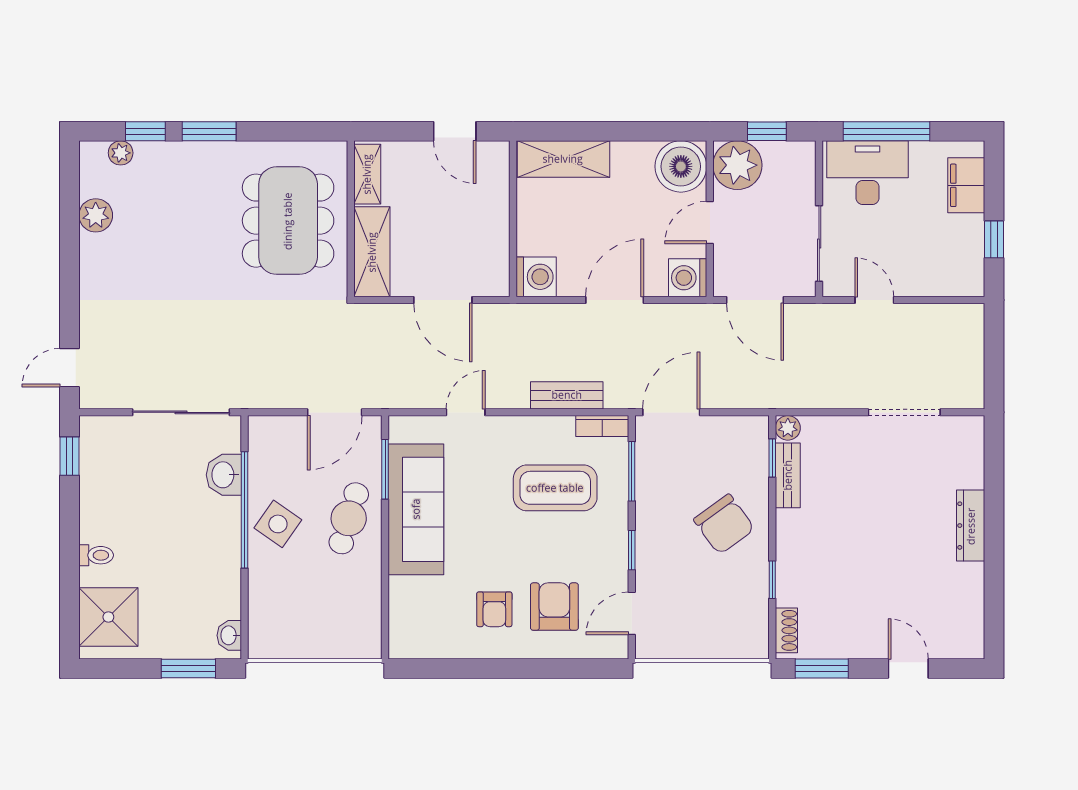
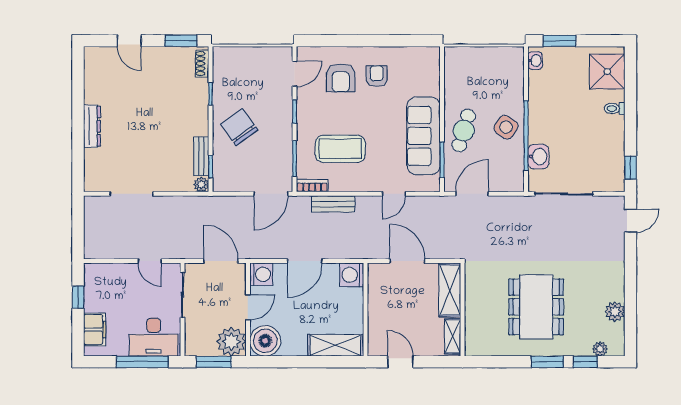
window: (767, 131) -> (214, 362), width x1.50
dining table: (288, 221) -> (536, 307), moved

